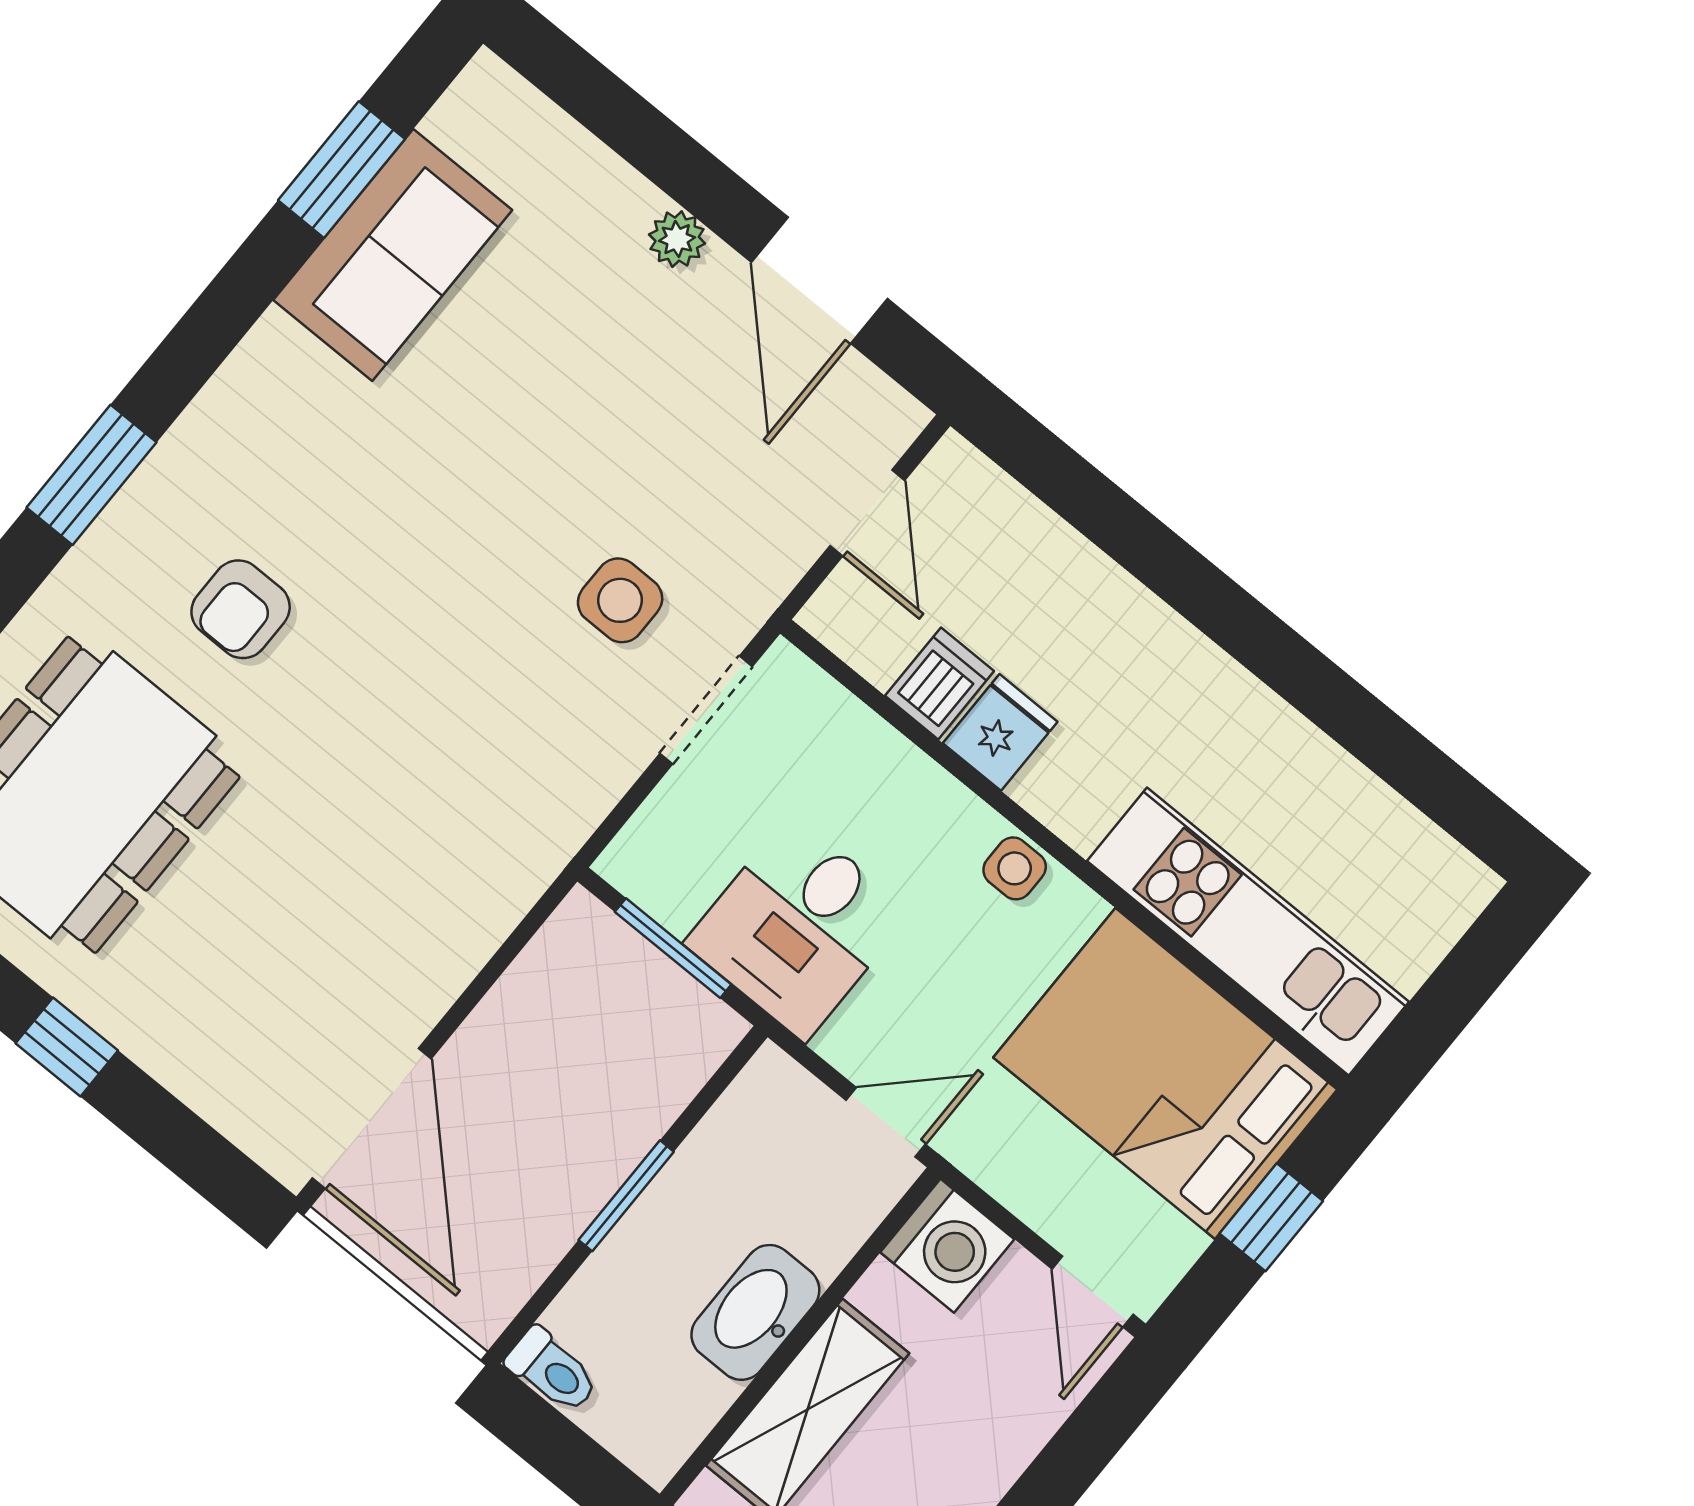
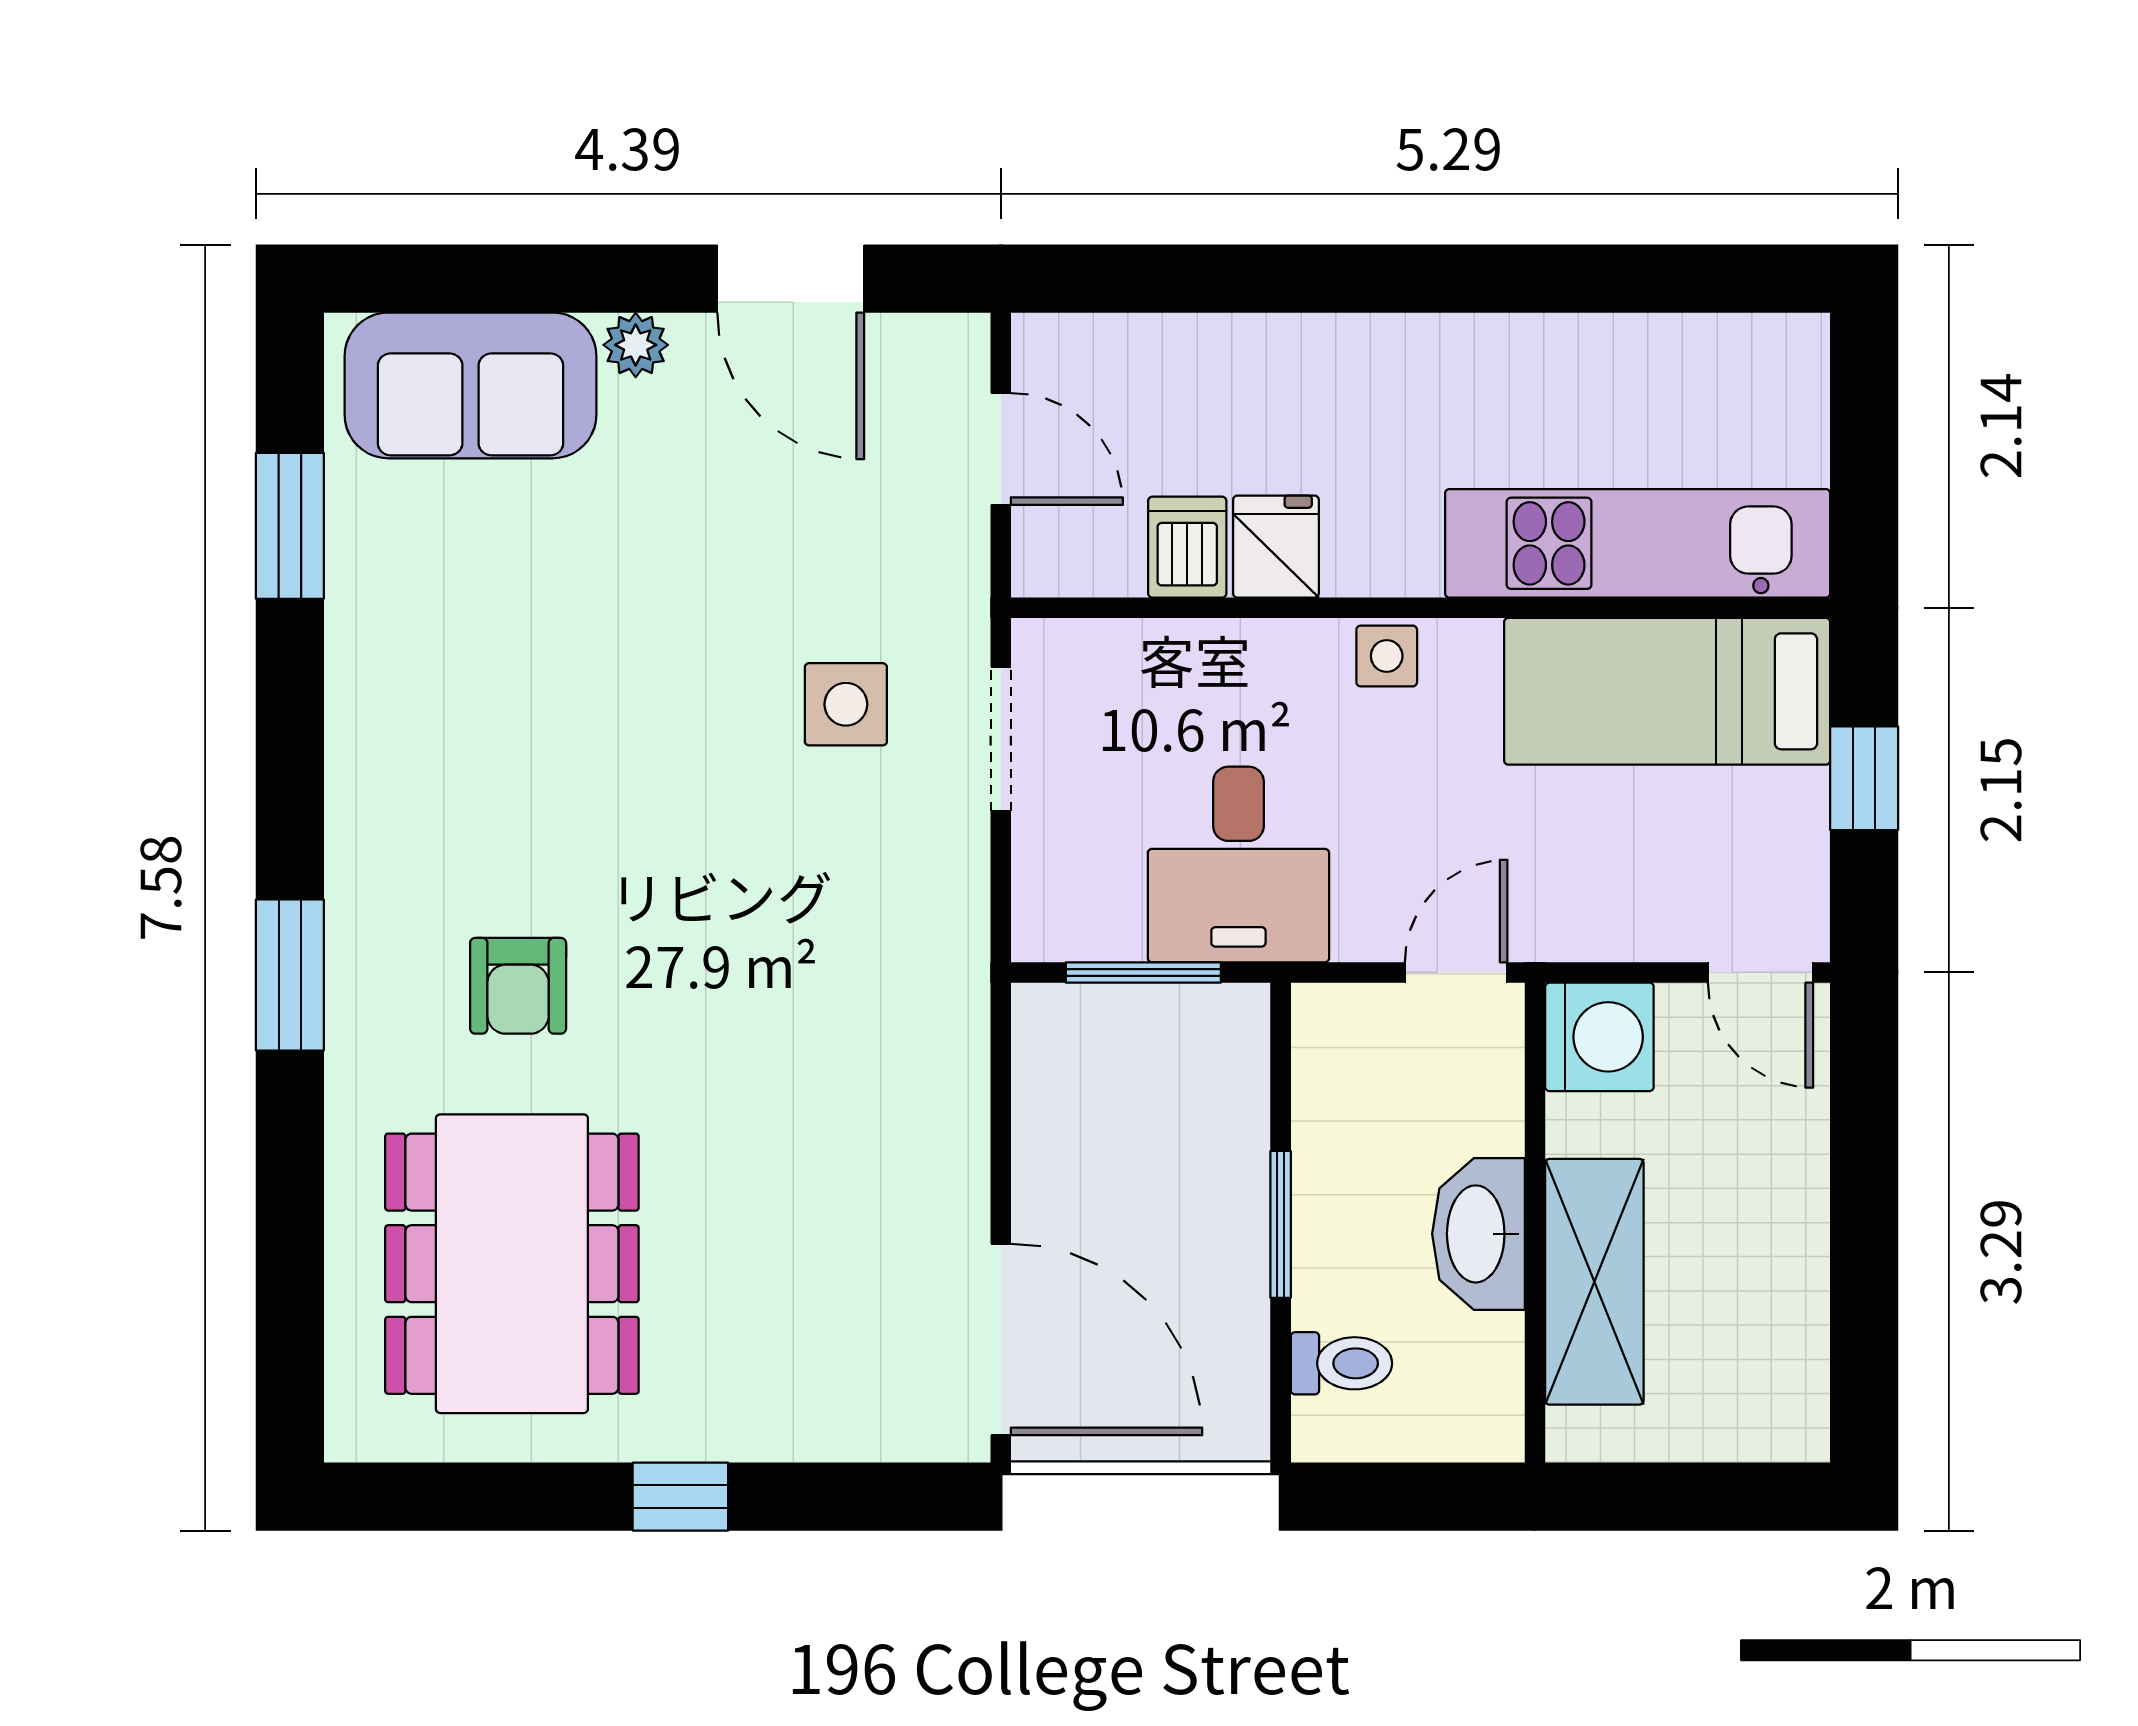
sofa: (393, 255) -> (470, 385), moved, turned 90
bed: (1165, 1073) -> (1667, 691), width x0.67
toilet: (552, 1371) -> (1341, 1363), moved

